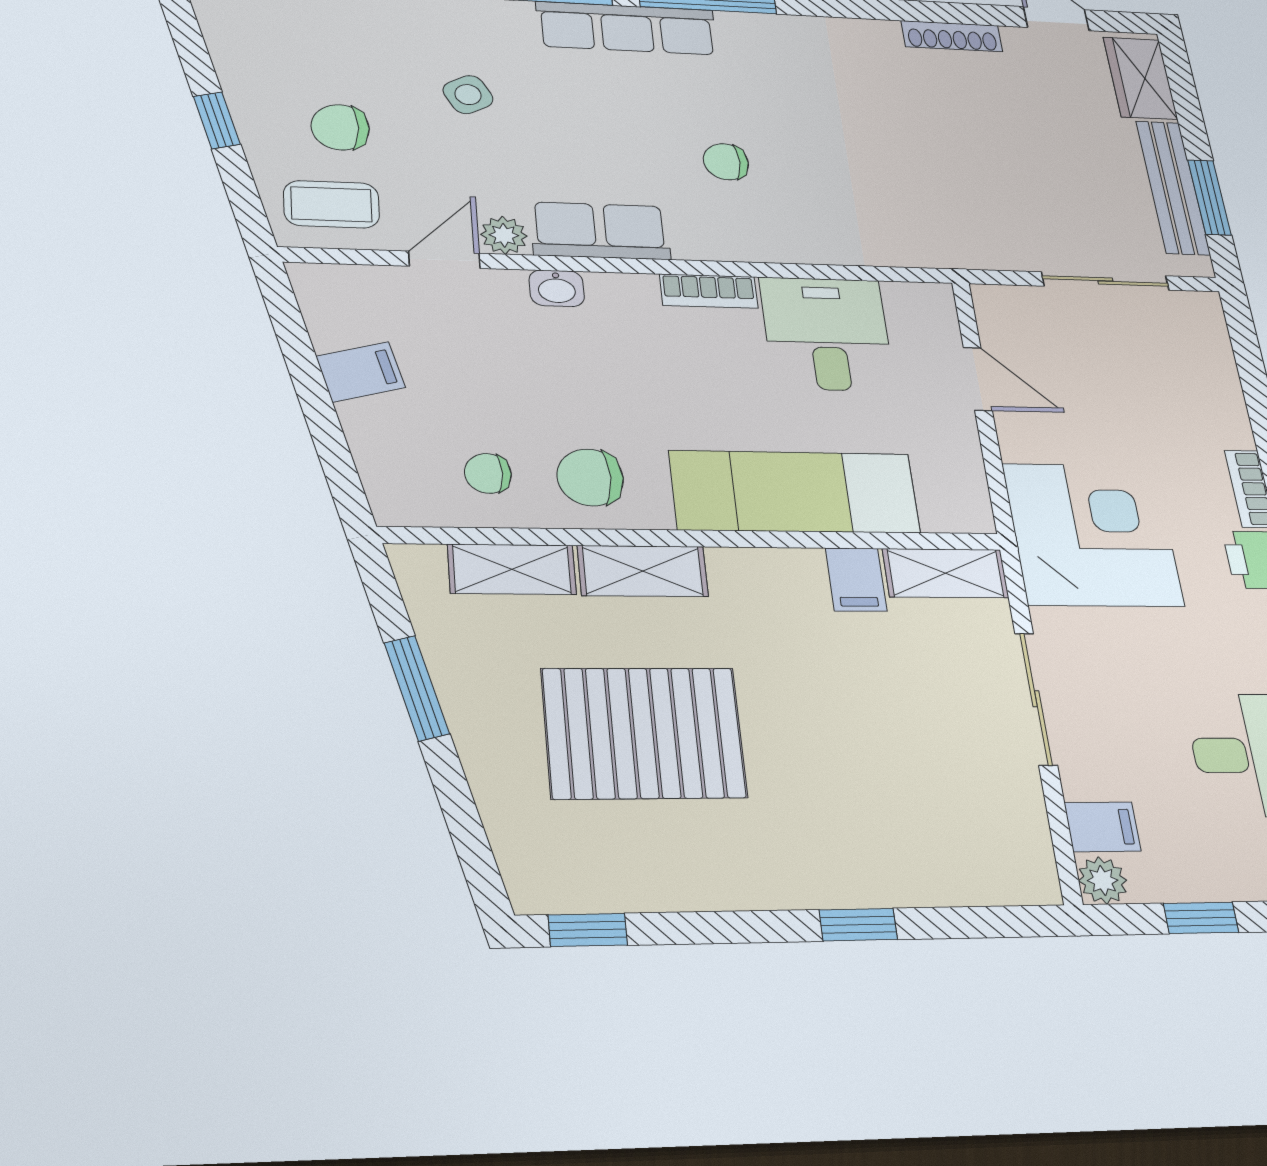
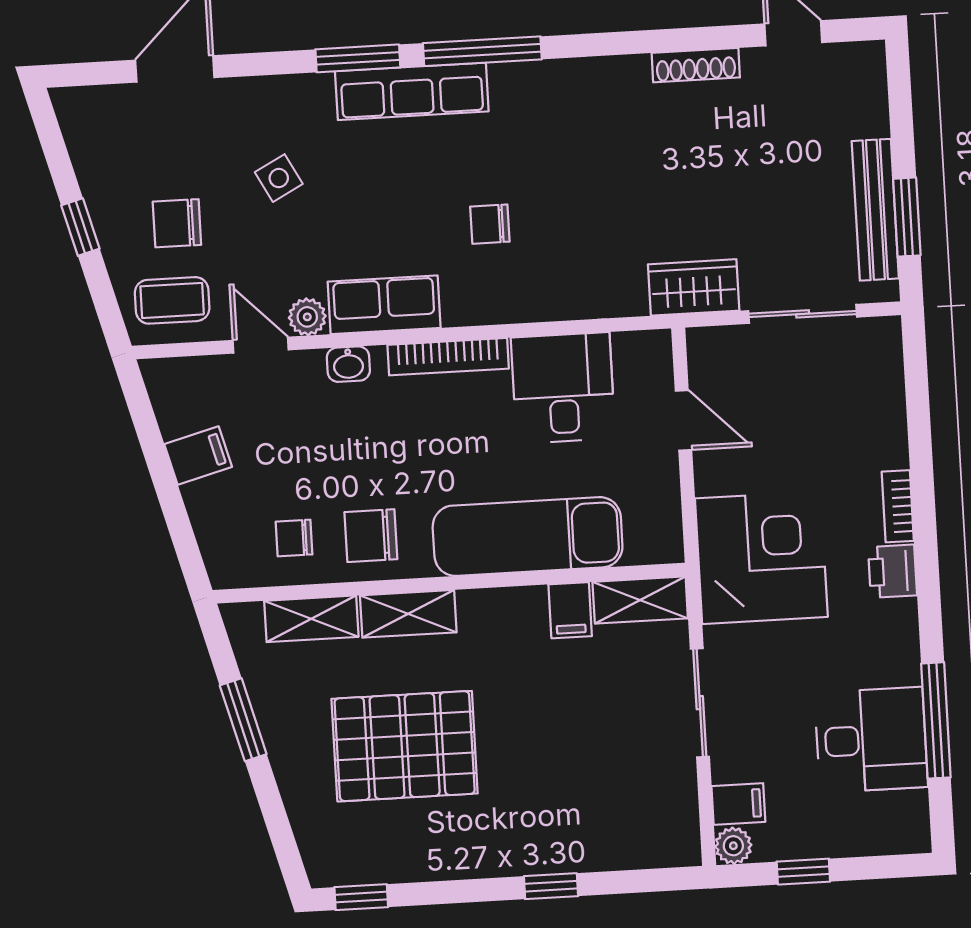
wardrobe: (1140, 78) -> (694, 287), moved, turned 90
door: (444, 260) -> (261, 345), hinge flipped
bookcase: (709, 291) -> (448, 357), width x1.56

